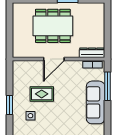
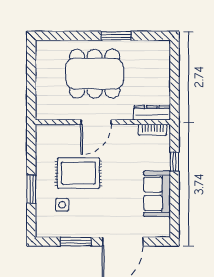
window: (108, 86) -> (174, 162), width x0.46
rug: (42, 94) -> (78, 173), width x1.36, depth x1.43
sofa: (96, 102) -> (157, 194), width x0.73

